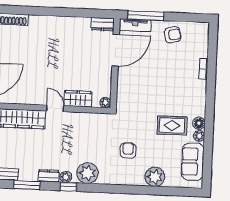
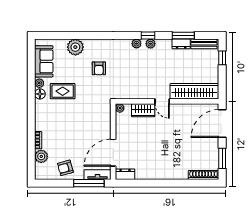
plant: (201, 50) -> (41, 156), added
plant: (87, 173) -> (136, 44), width x0.53, depth x0.53
dresser: (49, 176) -> (181, 44), moved

